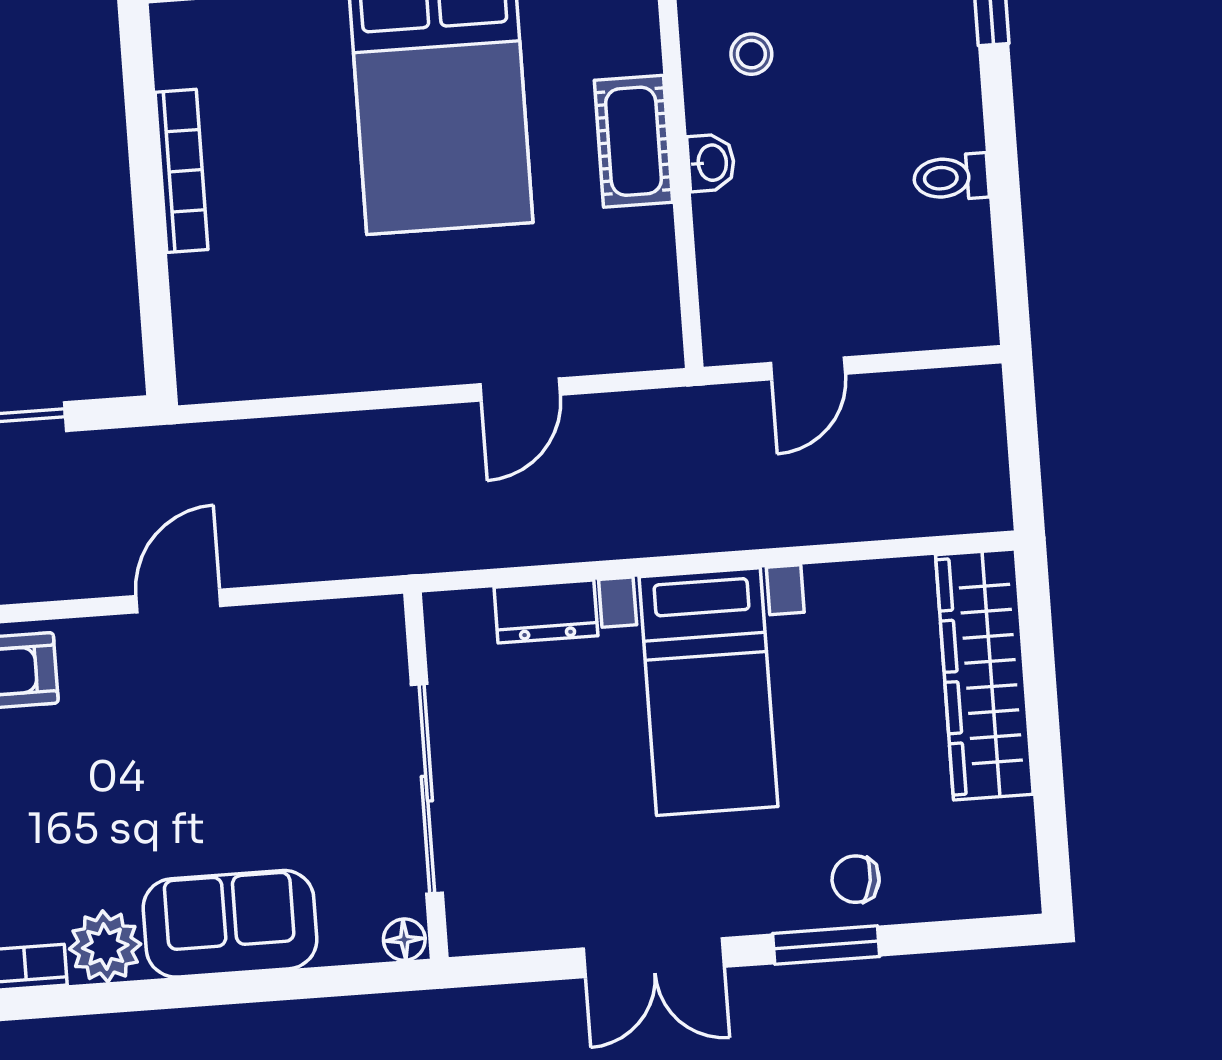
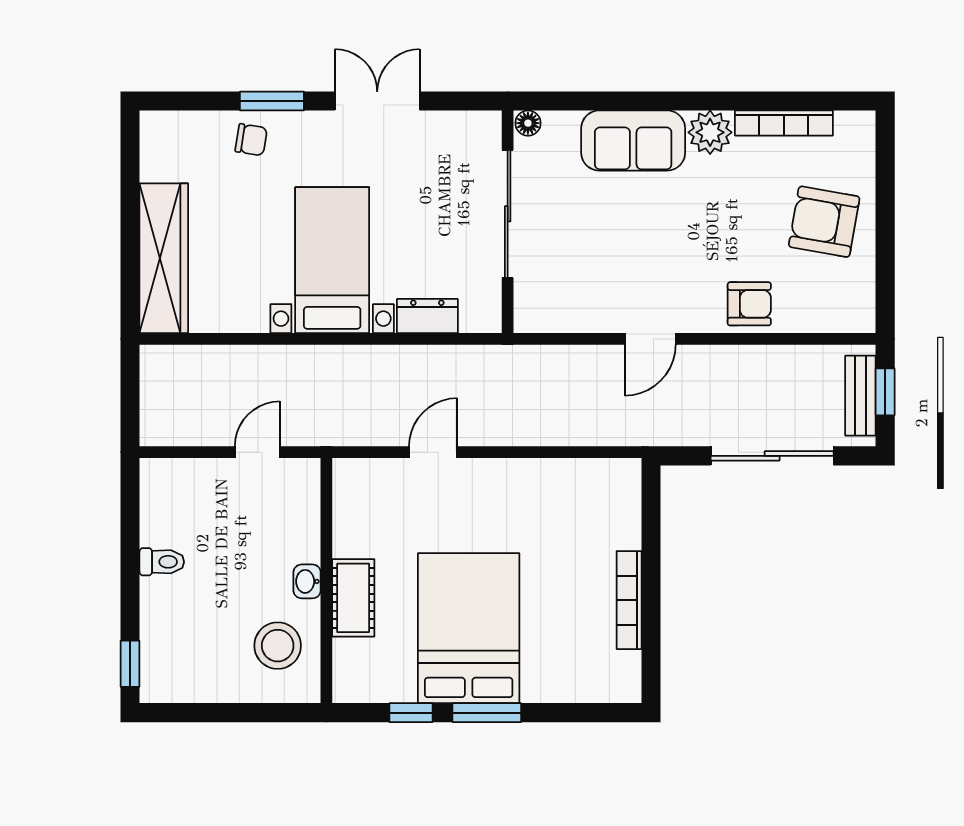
stool: (751, 54) -> (278, 646), width x1.89, depth x1.89

